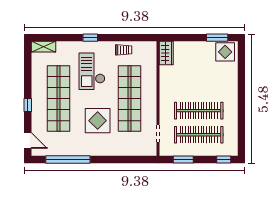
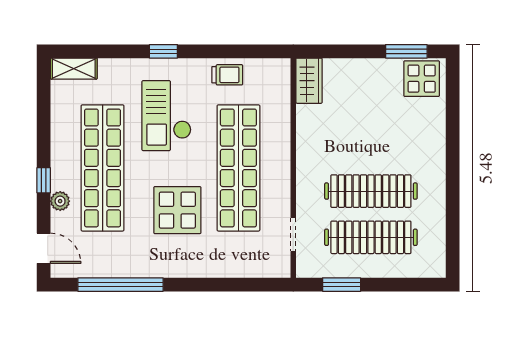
plant: (36, 116) -> (60, 201), added
window: (224, 159) -> (419, 285), removed

